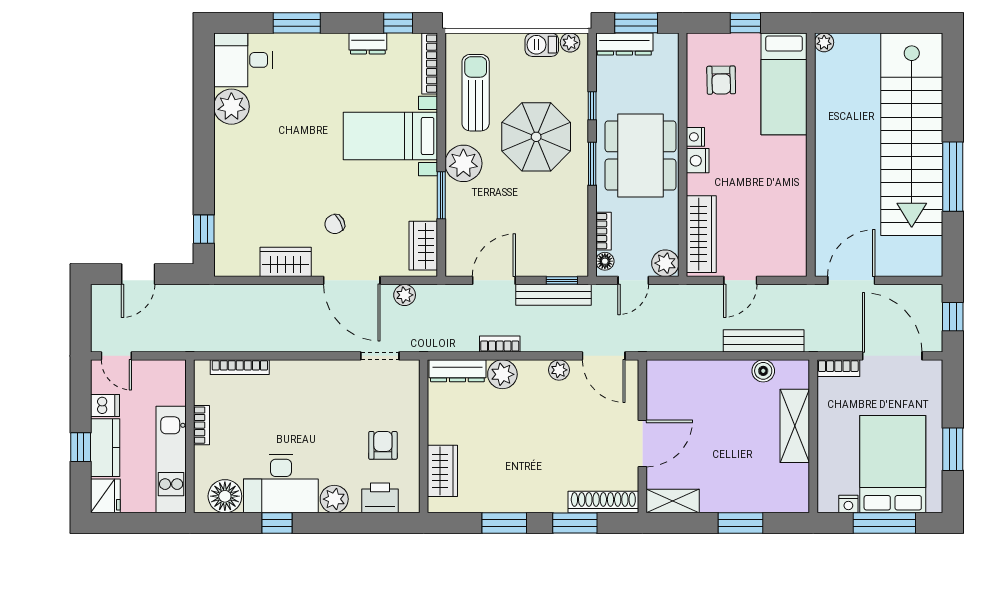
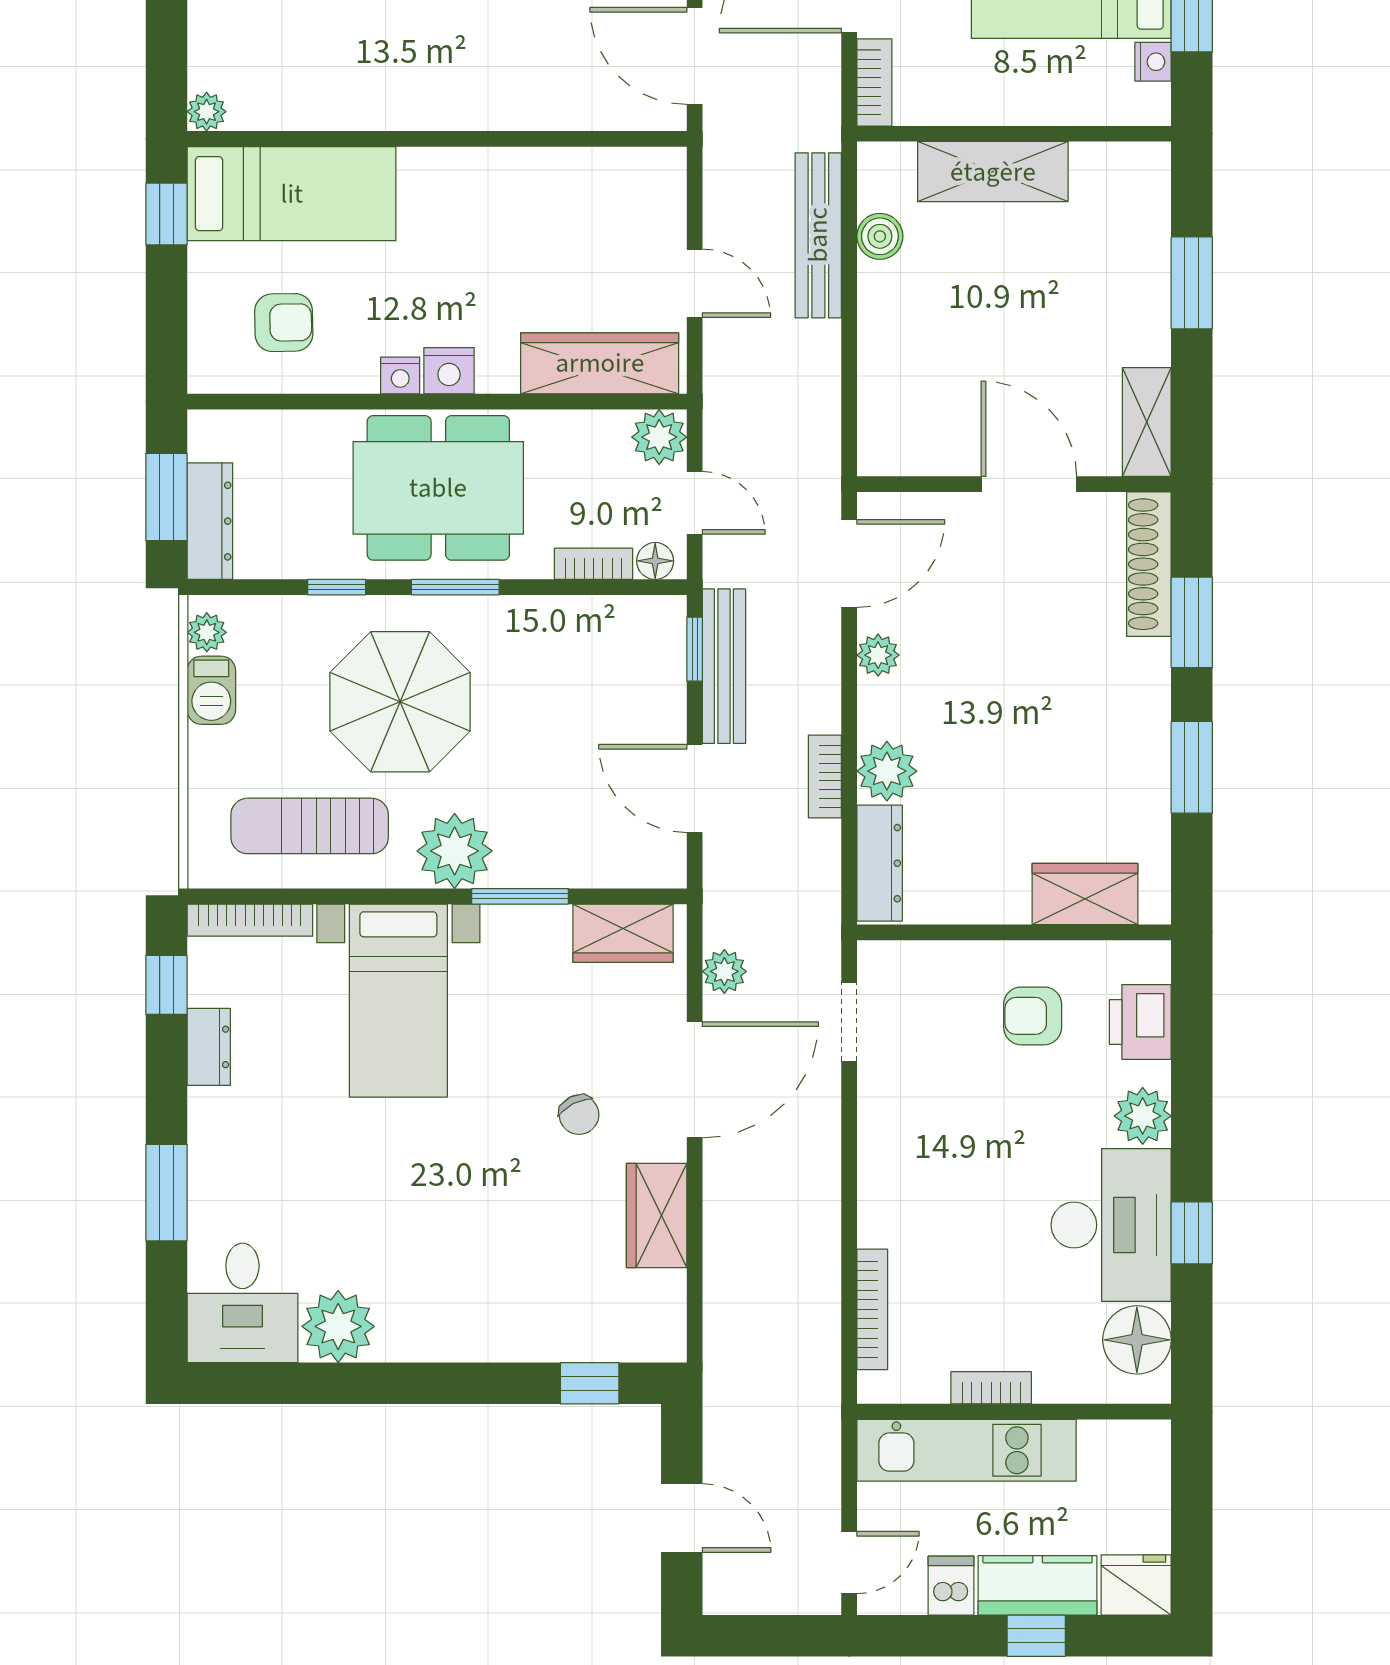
window: (745, 23) -> (166, 214), moved
kitchen unit: (171, 460) -> (967, 1450), moved

